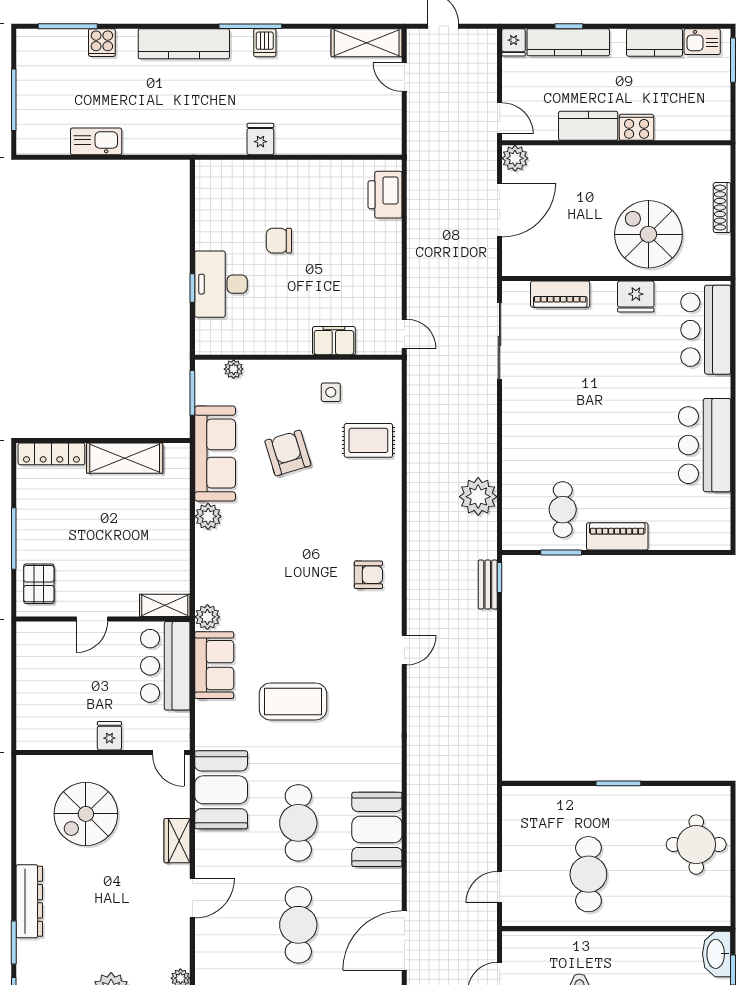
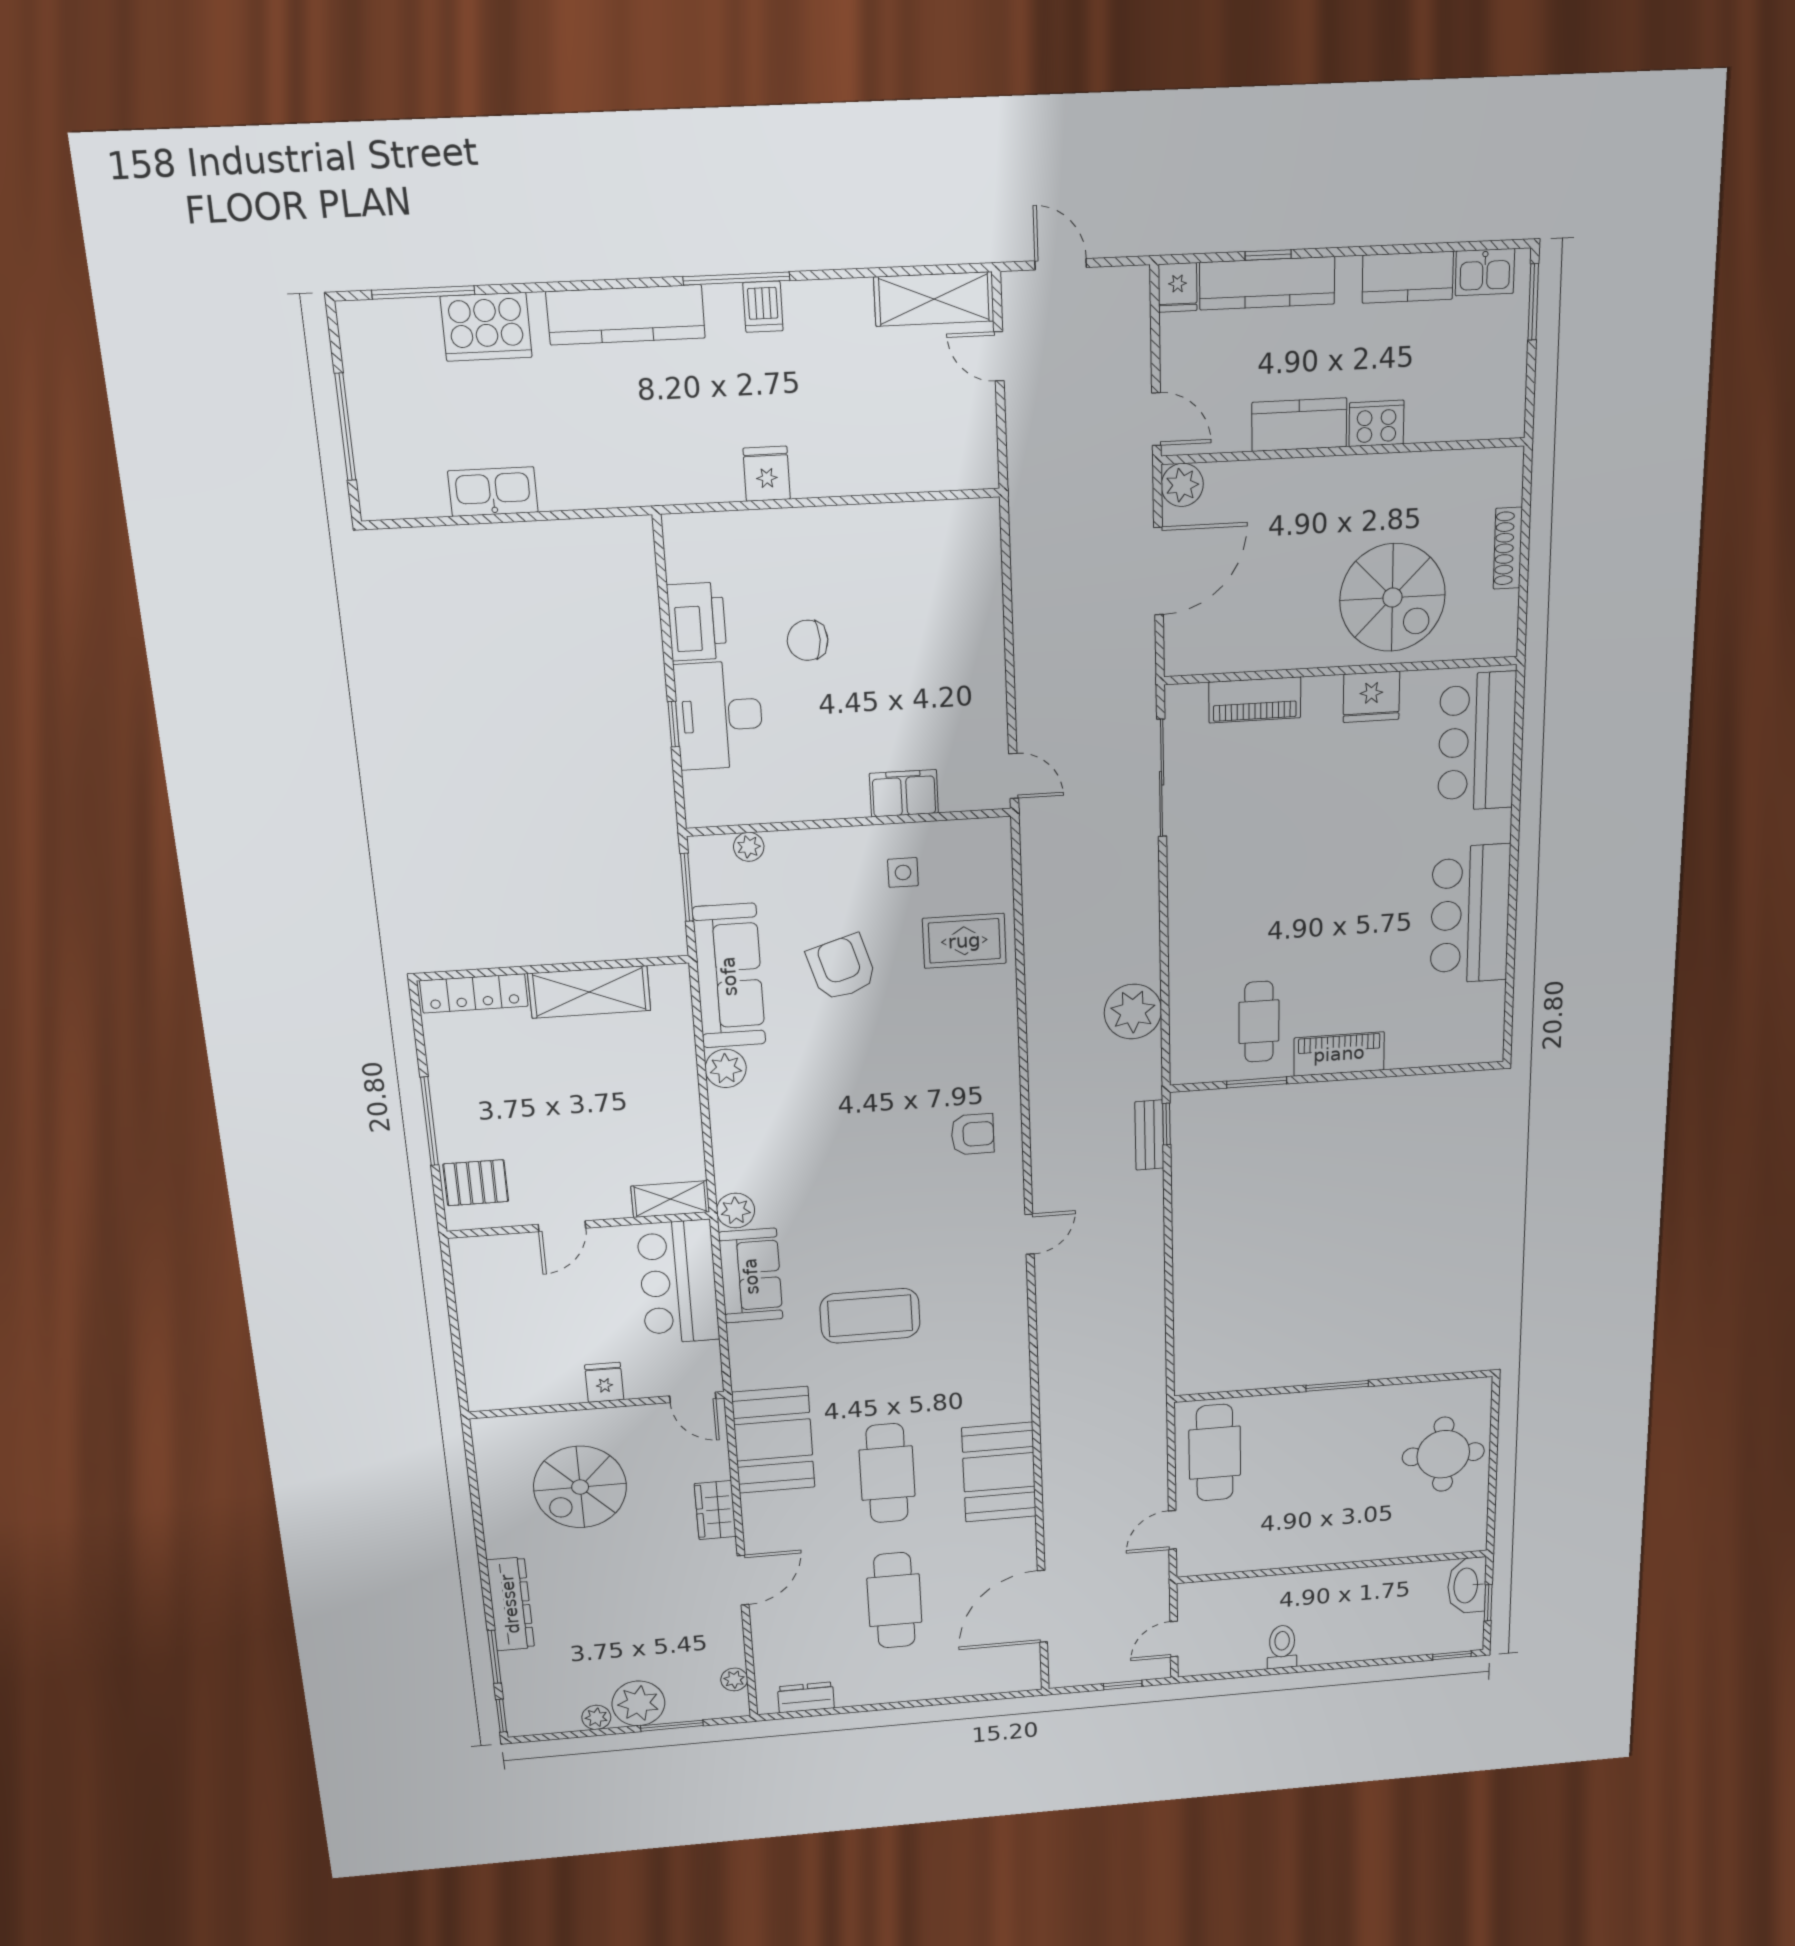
cooker: (102, 43) -> (486, 327), width x1.87, depth x1.31
printer: (385, 195) -> (697, 622), moved, turned 180
spiral stairs: (648, 234) -> (1392, 597), turned 180
pallet: (39, 584) -> (476, 1183), turned 90
cafe table: (588, 874) -> (1215, 1453), moved

